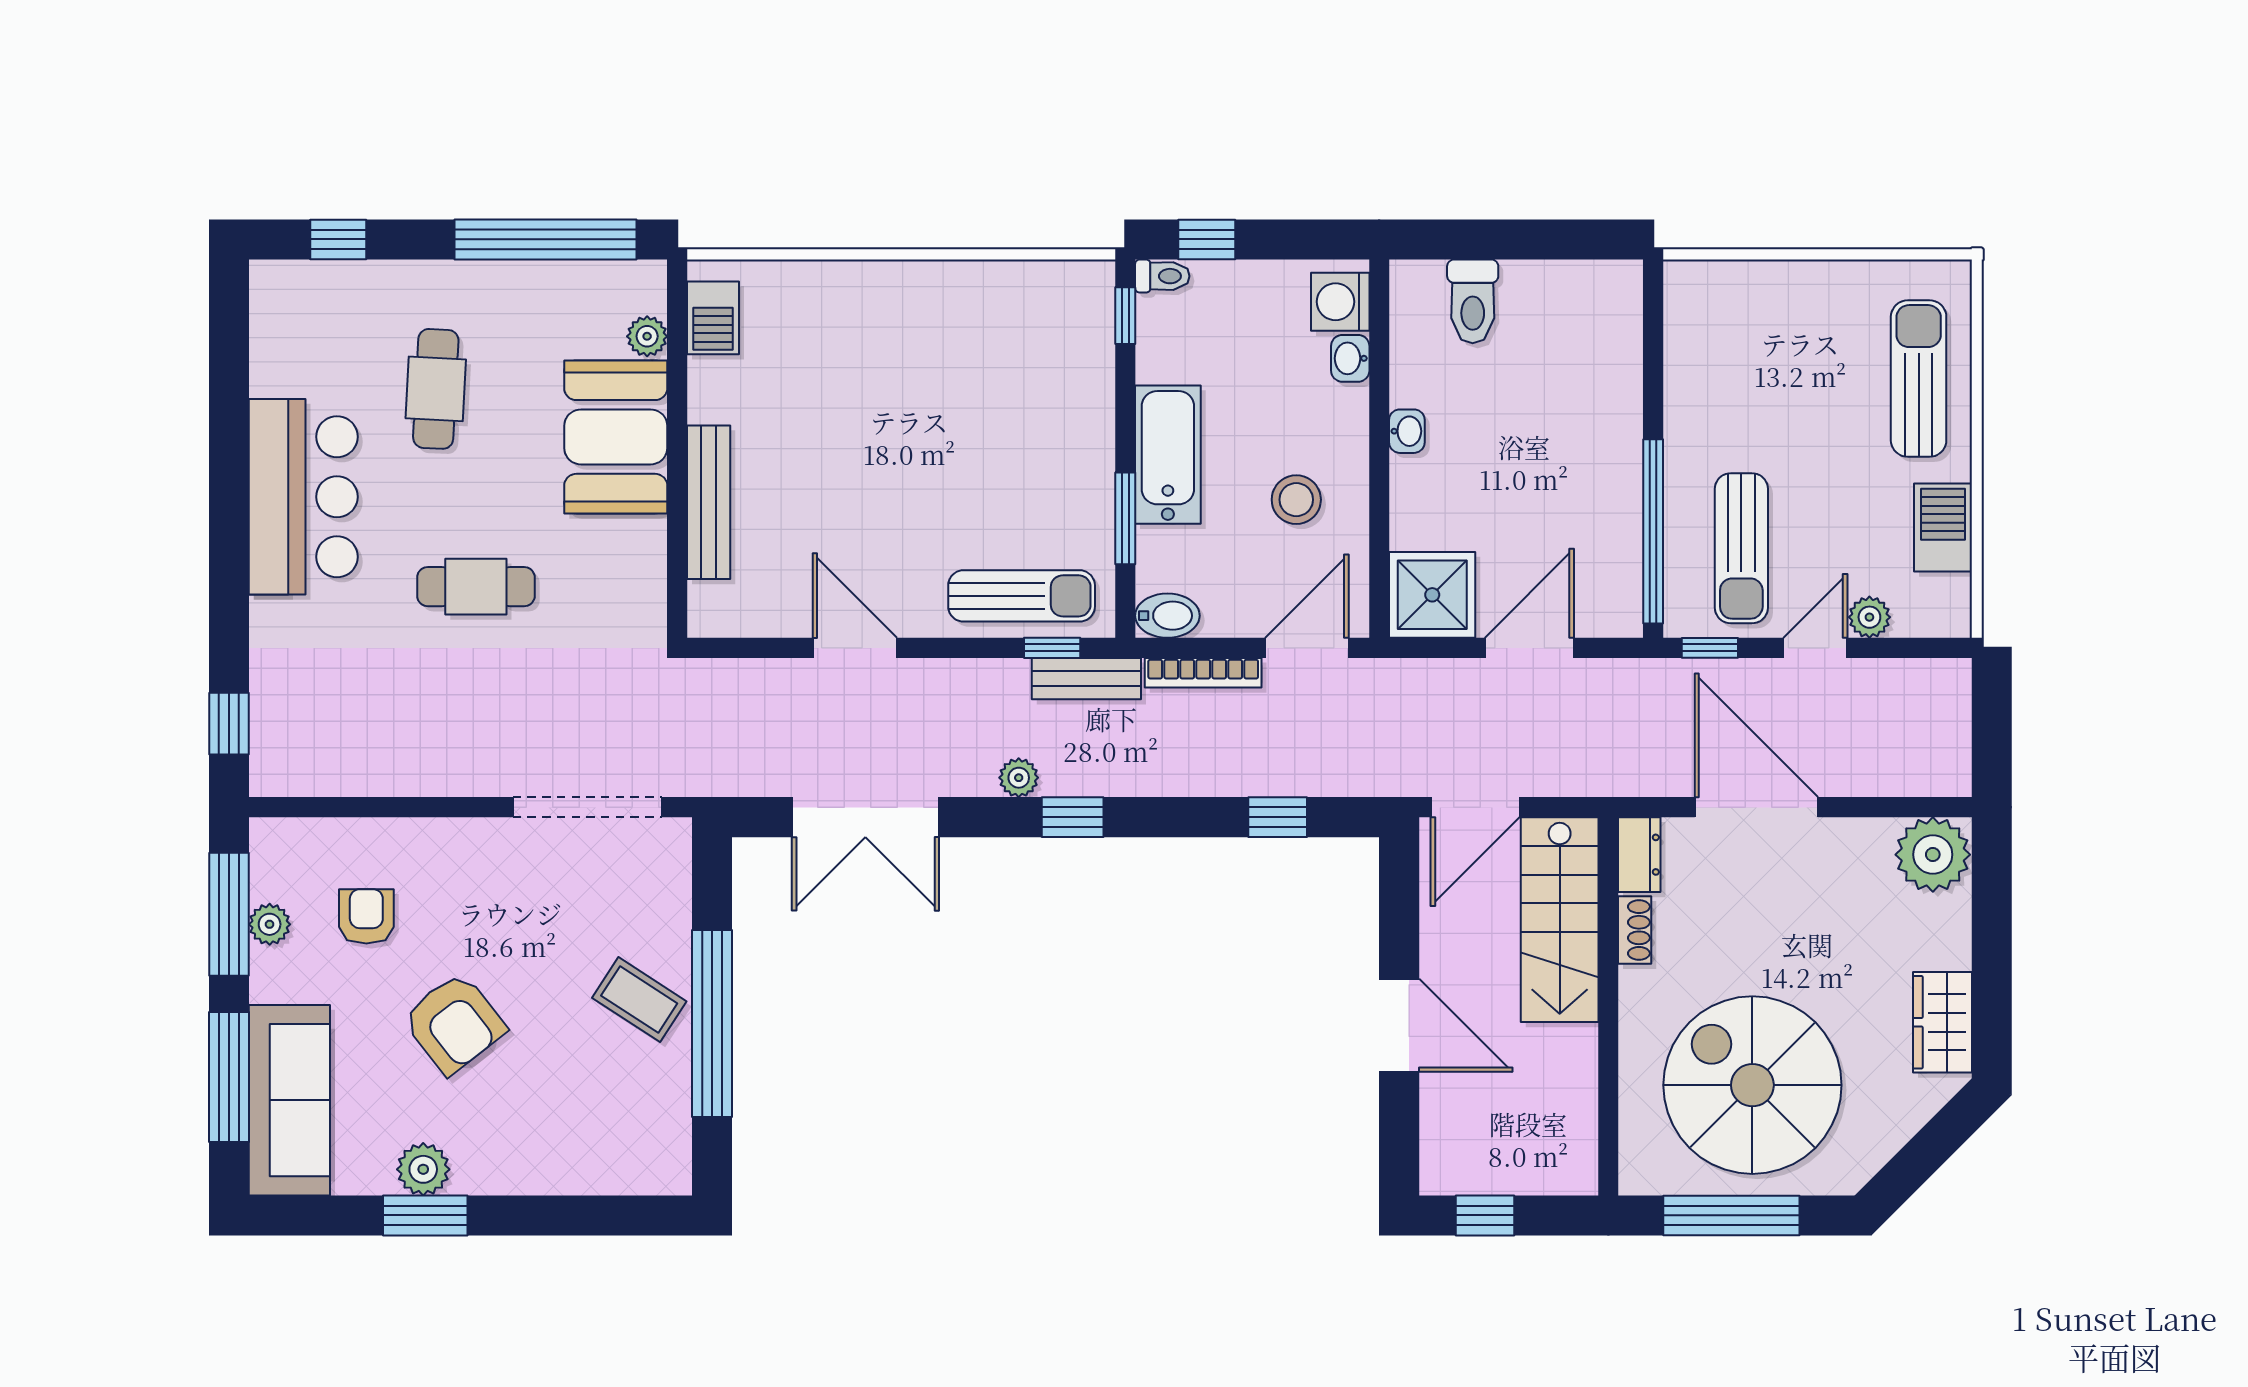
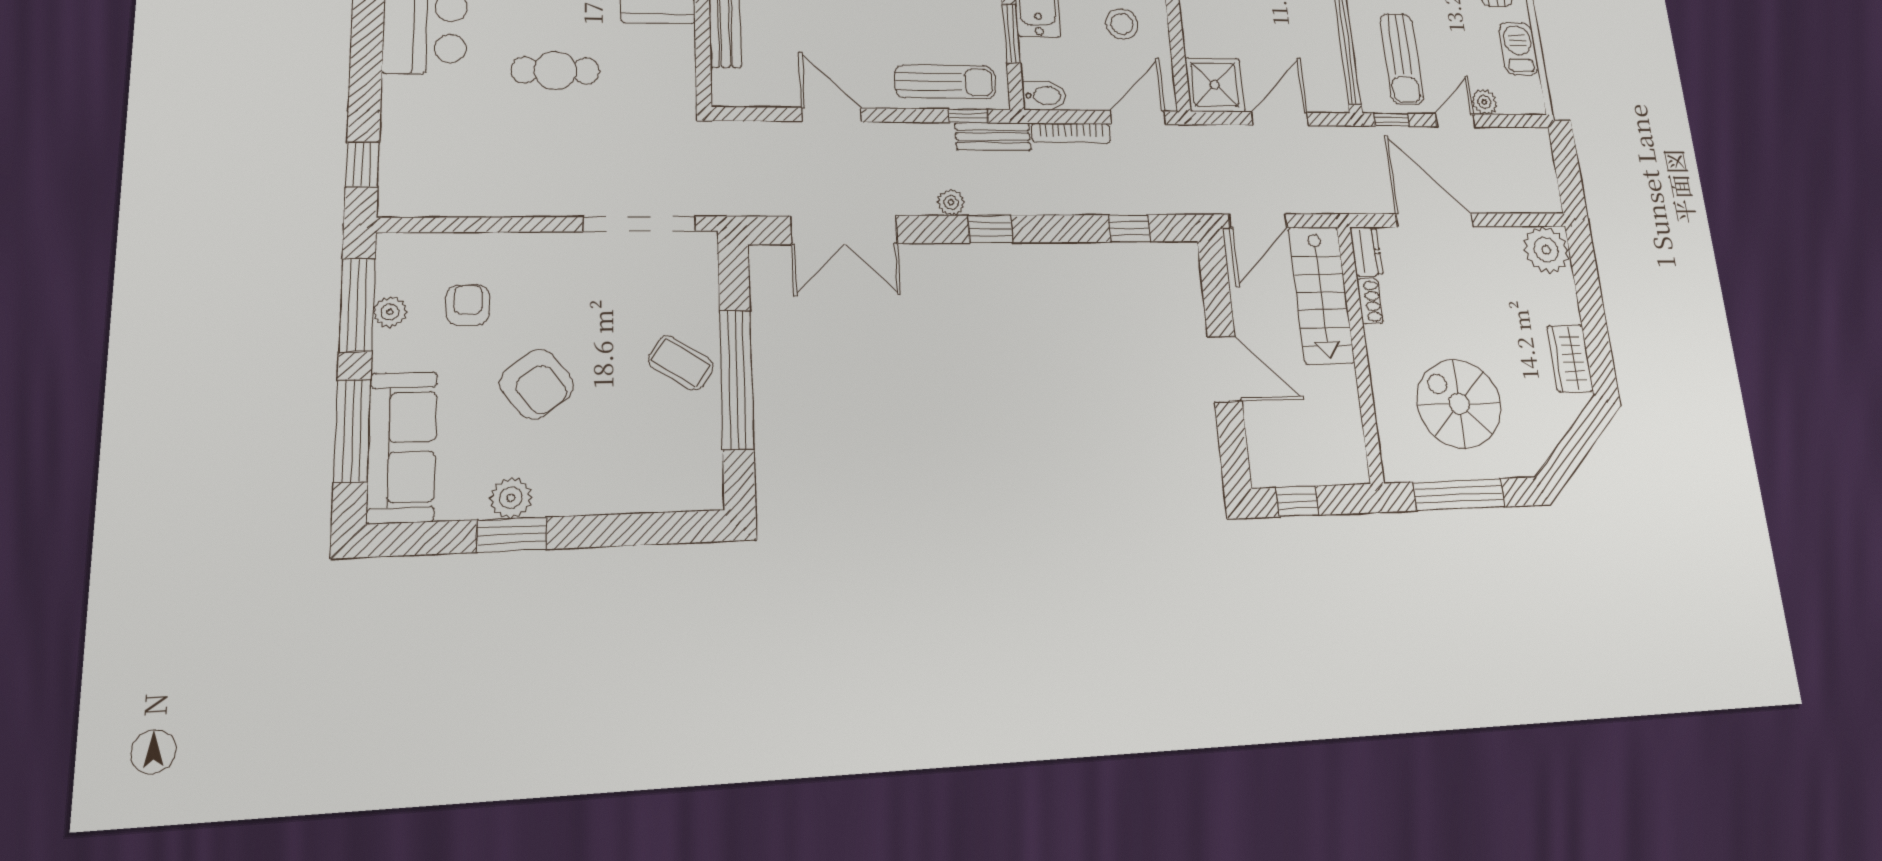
spiral stairs: (1752, 1085) -> (1459, 404), width x0.73, depth x0.73

